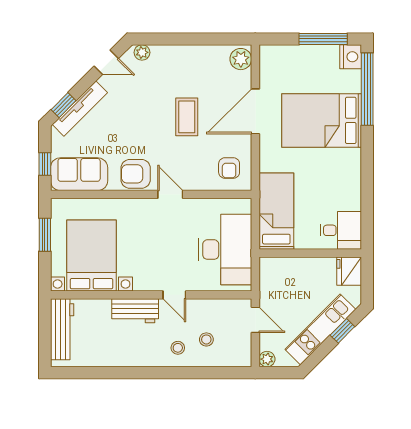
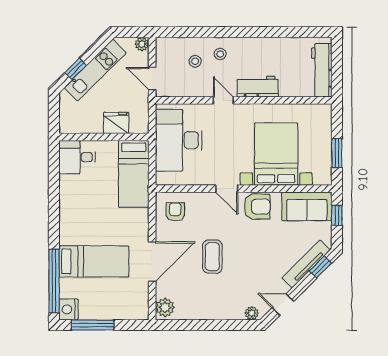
bed: (322, 120) -> (94, 261), width x0.67
bed with nightstands: (92, 256) -> (276, 154), moved, turned 180
fridge: (349, 271) -> (116, 123), moved, turned -90

